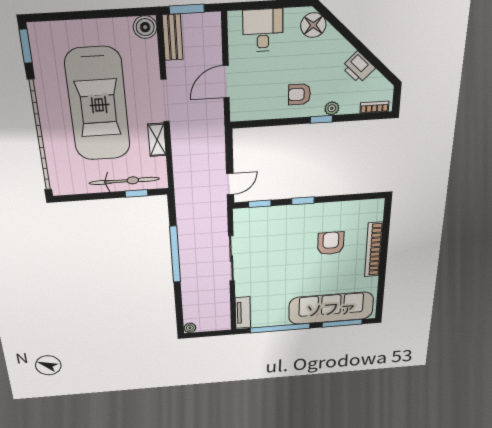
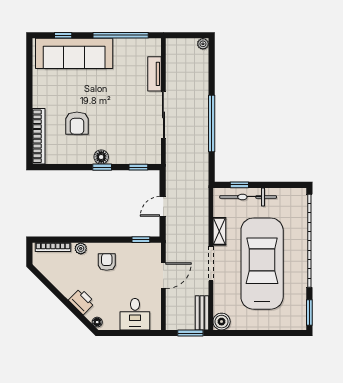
floor lamp: (313, 25) -> (97, 322), width x0.53, depth x0.53
printer: (358, 67) -> (82, 301), moved
armchair: (299, 94) -> (107, 262), turned -90
bookcase: (374, 107) -> (53, 247), width x1.56
window: (321, 119) -> (141, 240), moved
door: (230, 184) -> (163, 206), moved
floor lamp: (304, 211) -> (101, 157), added
bookcase: (374, 250) -> (39, 136), moved
tv unit: (243, 313) -> (155, 74), moved
window: (342, 323) -> (63, 35), width x0.46

